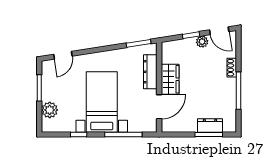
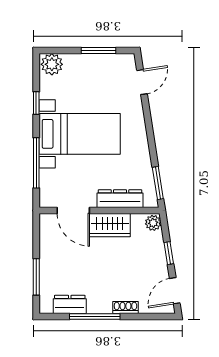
plant: (202, 42) -> (153, 223), moved
door: (63, 55) -> (142, 82), swing flipped
plant: (50, 110) -> (52, 64), moved
dresser: (210, 125) -> (70, 304), moved, turned -90

